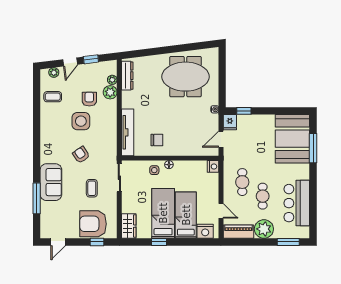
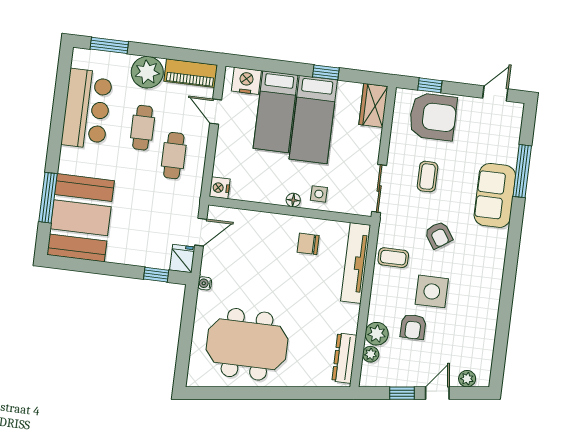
coffee table: (53, 97) -> (393, 258), moved

